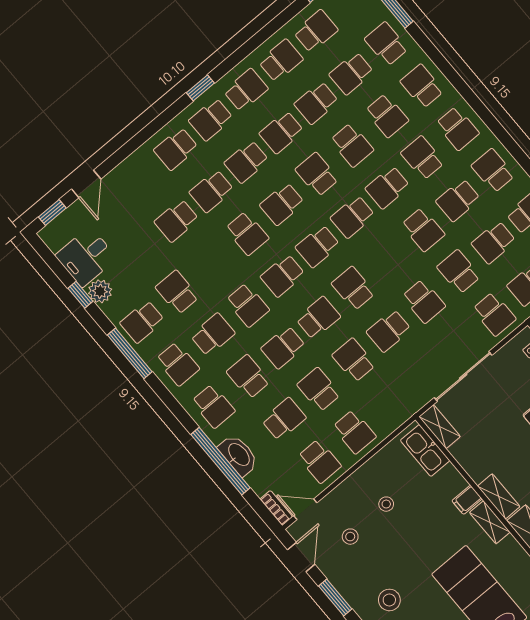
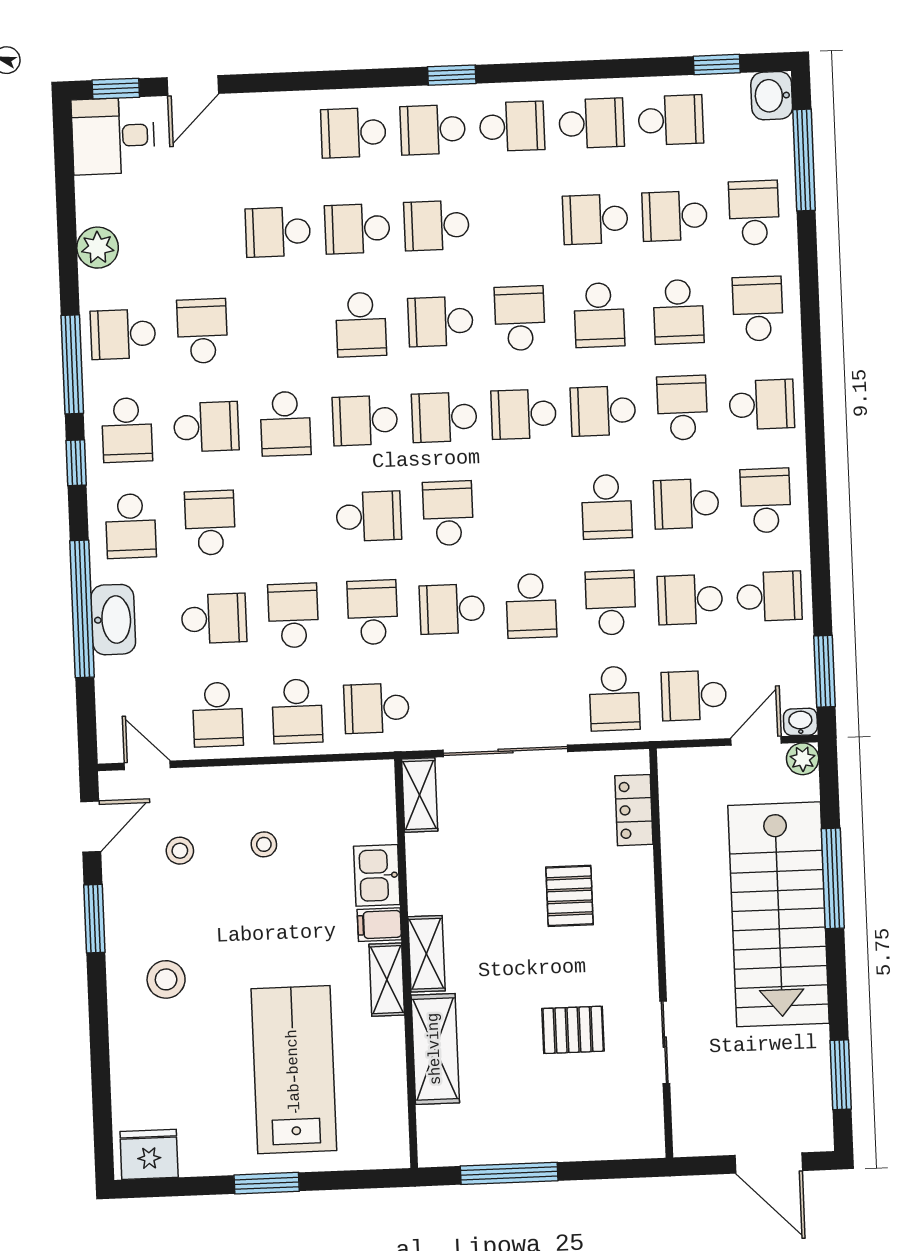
school desk: (457, 128) -> (762, 405), turned -90
school desk: (281, 132) -> (516, 222), removed
desk: (86, 257) -> (113, 136), moved
window: (80, 295) -> (76, 463), moved
school desk: (283, 347) -> (376, 708), moved
kitchen sink: (425, 450) -> (377, 875), moved, width x0.73
bookcase: (276, 508) -> (109, 733), removed

